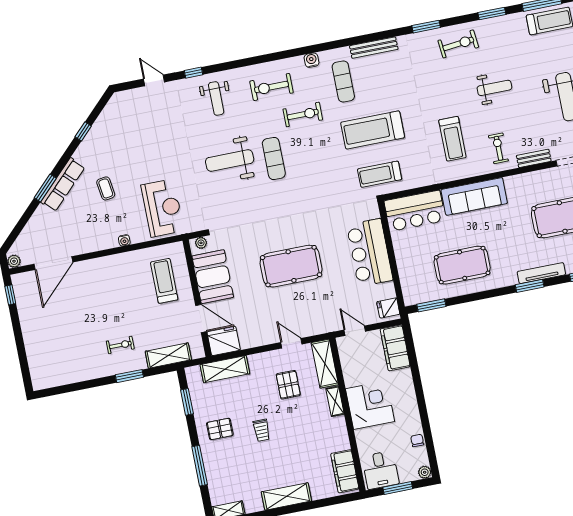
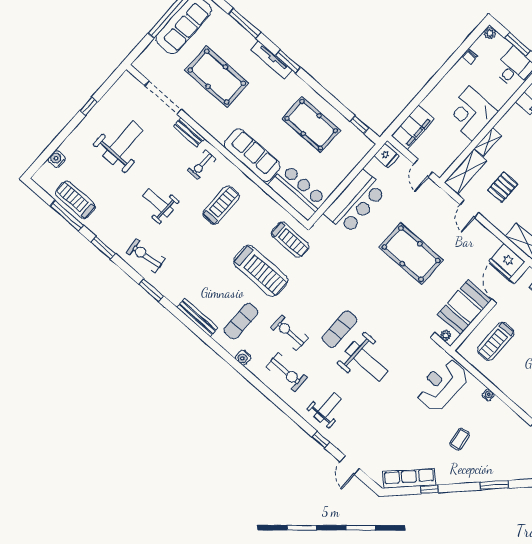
row of seats: (63, 185) -> (409, 478), moved
window: (431, 305) -> (359, 125), width x0.67

